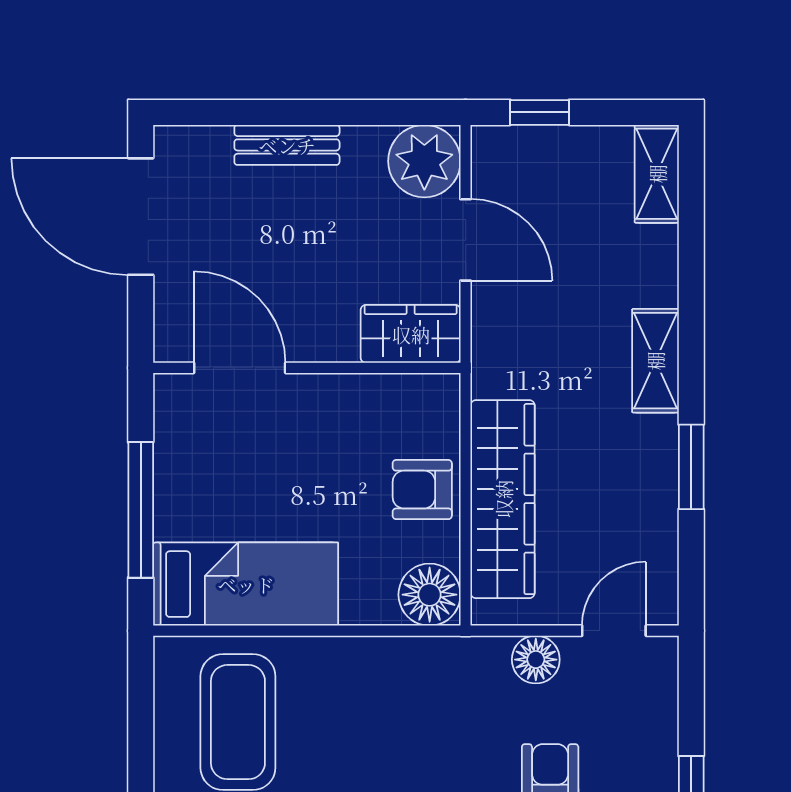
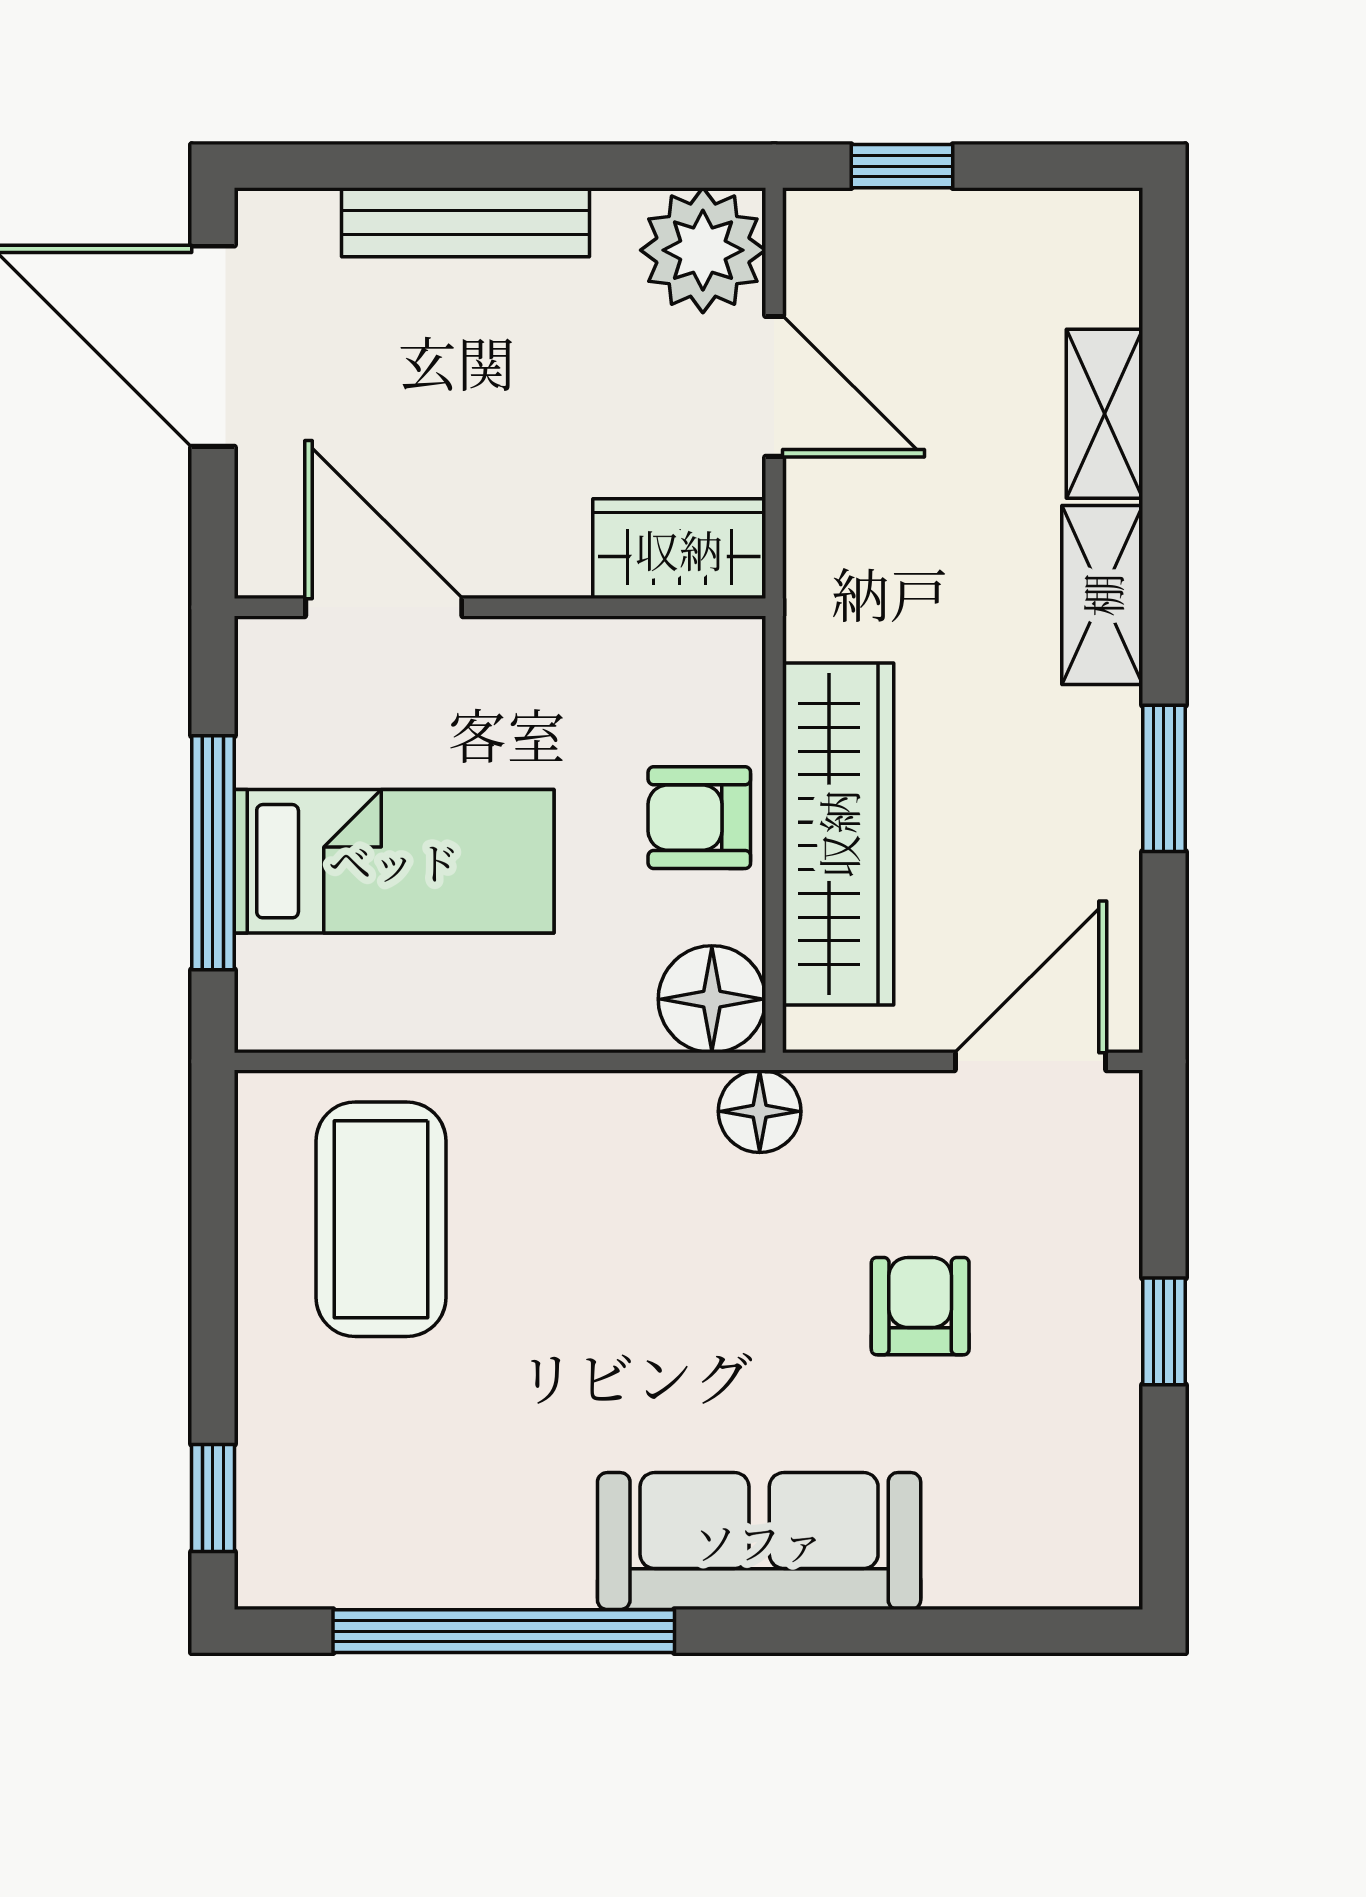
bench: (287, 145) -> (465, 222), width x1.36
shelving: (657, 174) -> (1104, 414), moved
bed: (246, 584) -> (394, 861), moved
door: (614, 631) -> (1030, 1061), width x1.38
floor lamp: (536, 660) -> (760, 1111), moved

